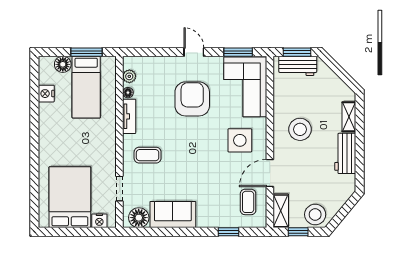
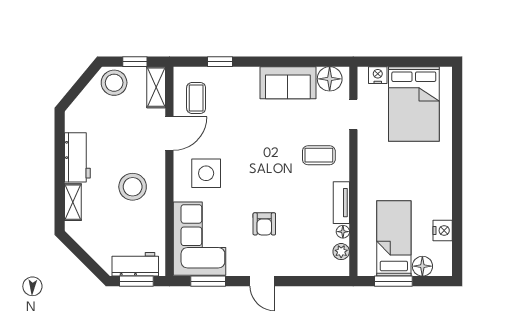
armchair: (192, 99) -> (264, 224), width x0.53, depth x0.53

